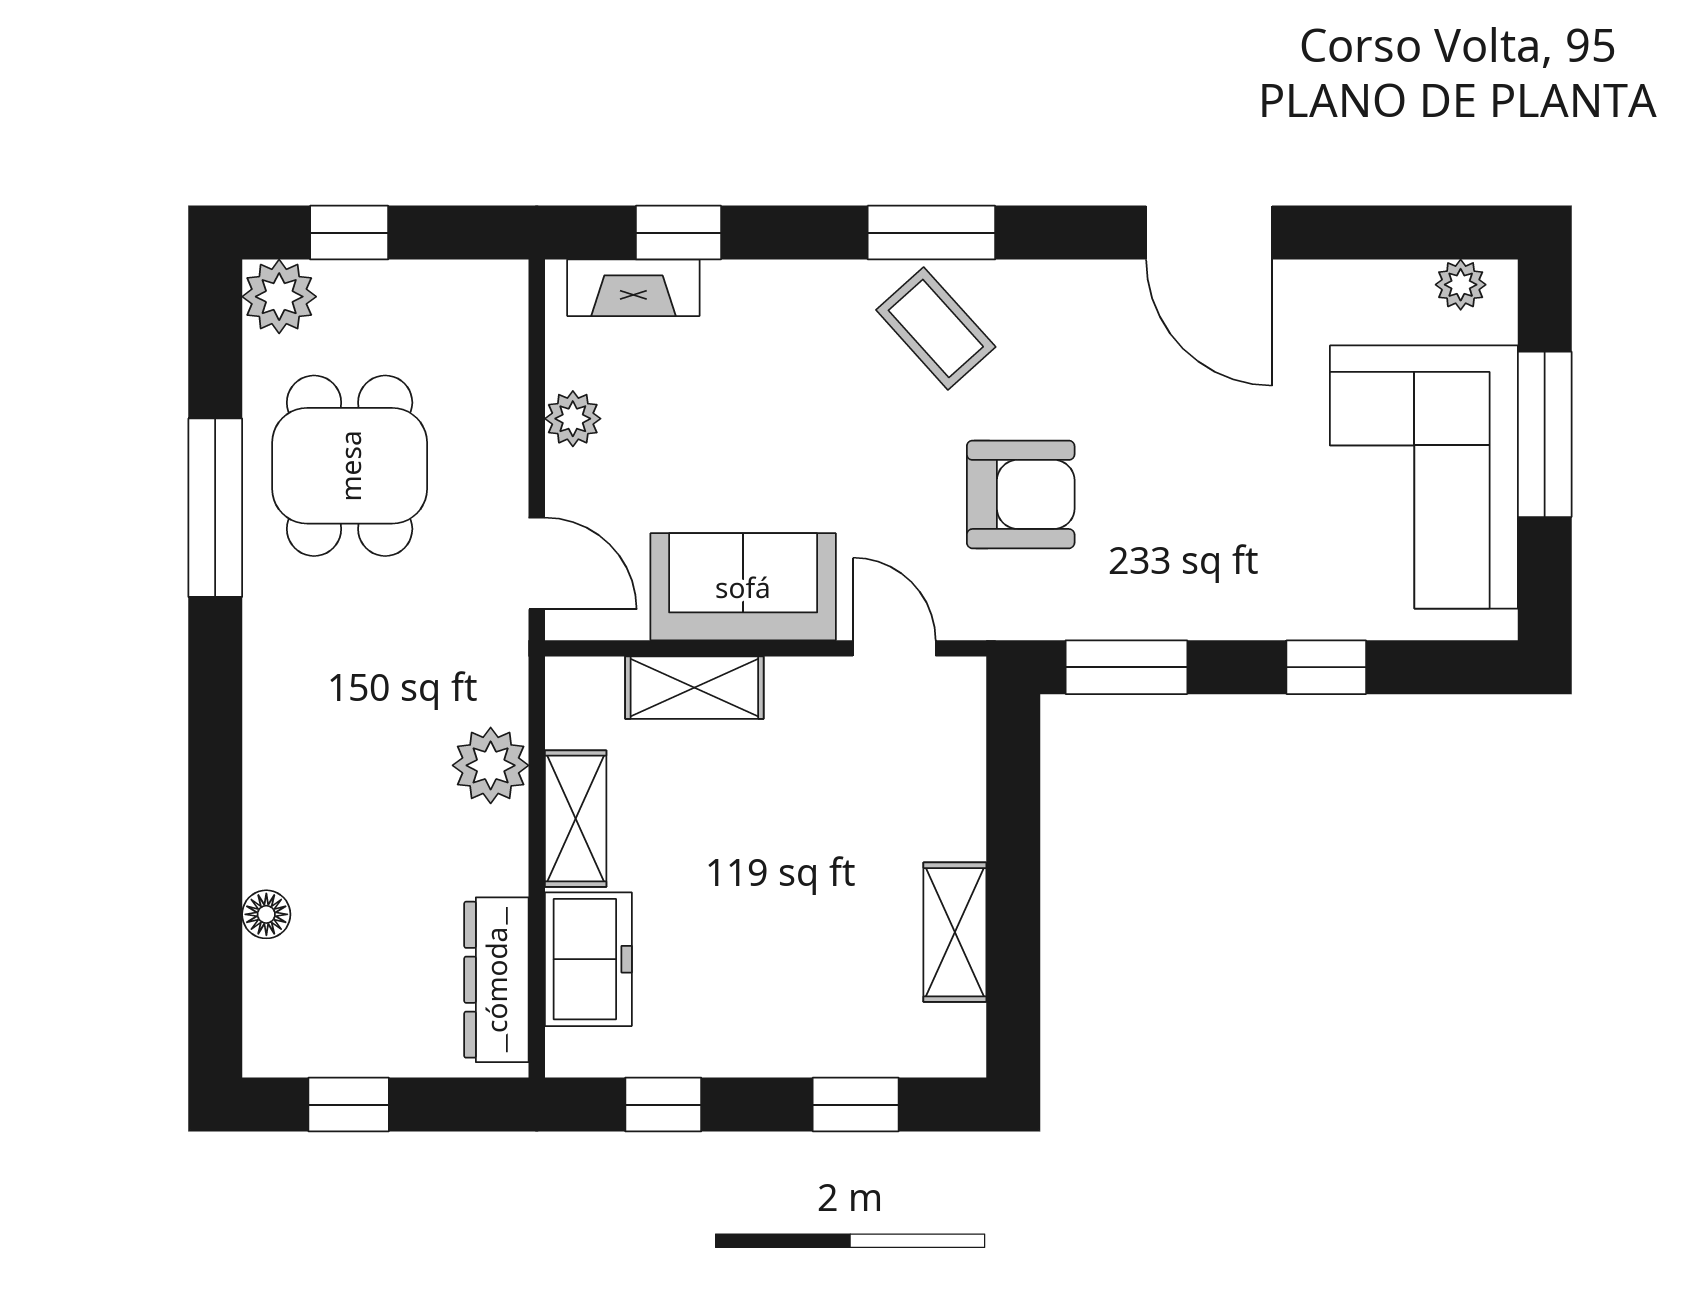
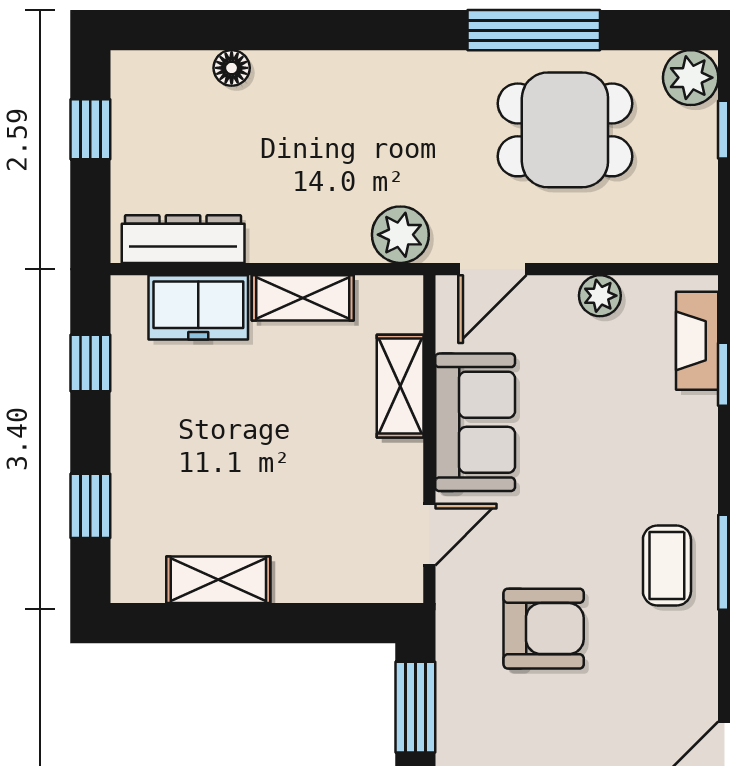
coffee table: (936, 328) -> (667, 566), turned -48
armchair: (1021, 494) -> (544, 629), turned -90
plant: (491, 765) -> (400, 235), moved

